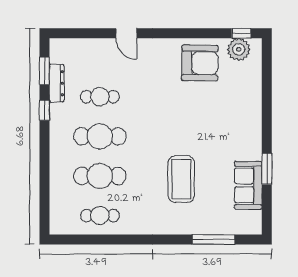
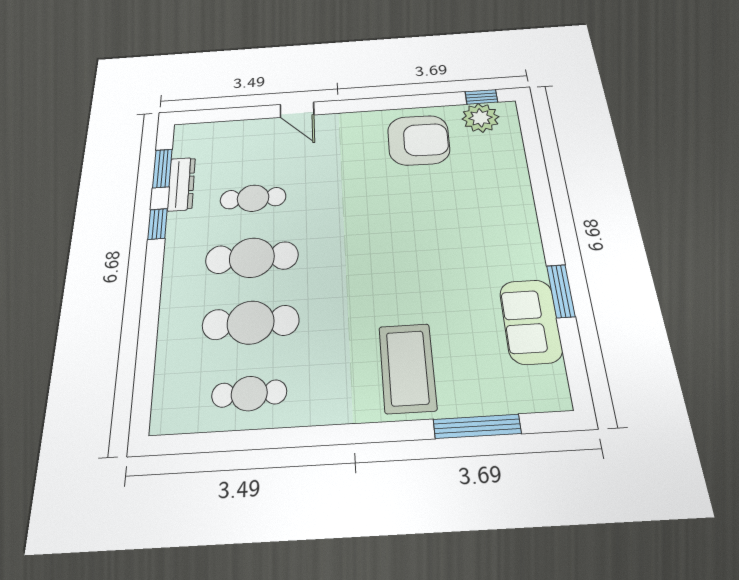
coffee table: (181, 179) -> (407, 368), moved

